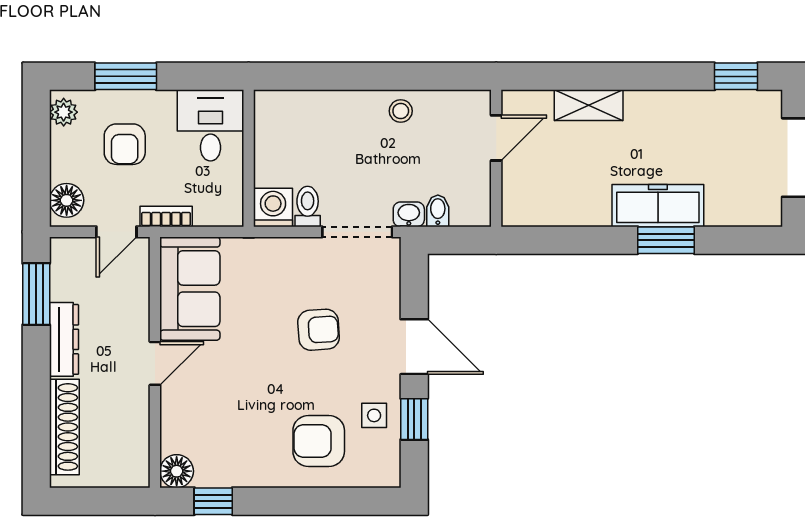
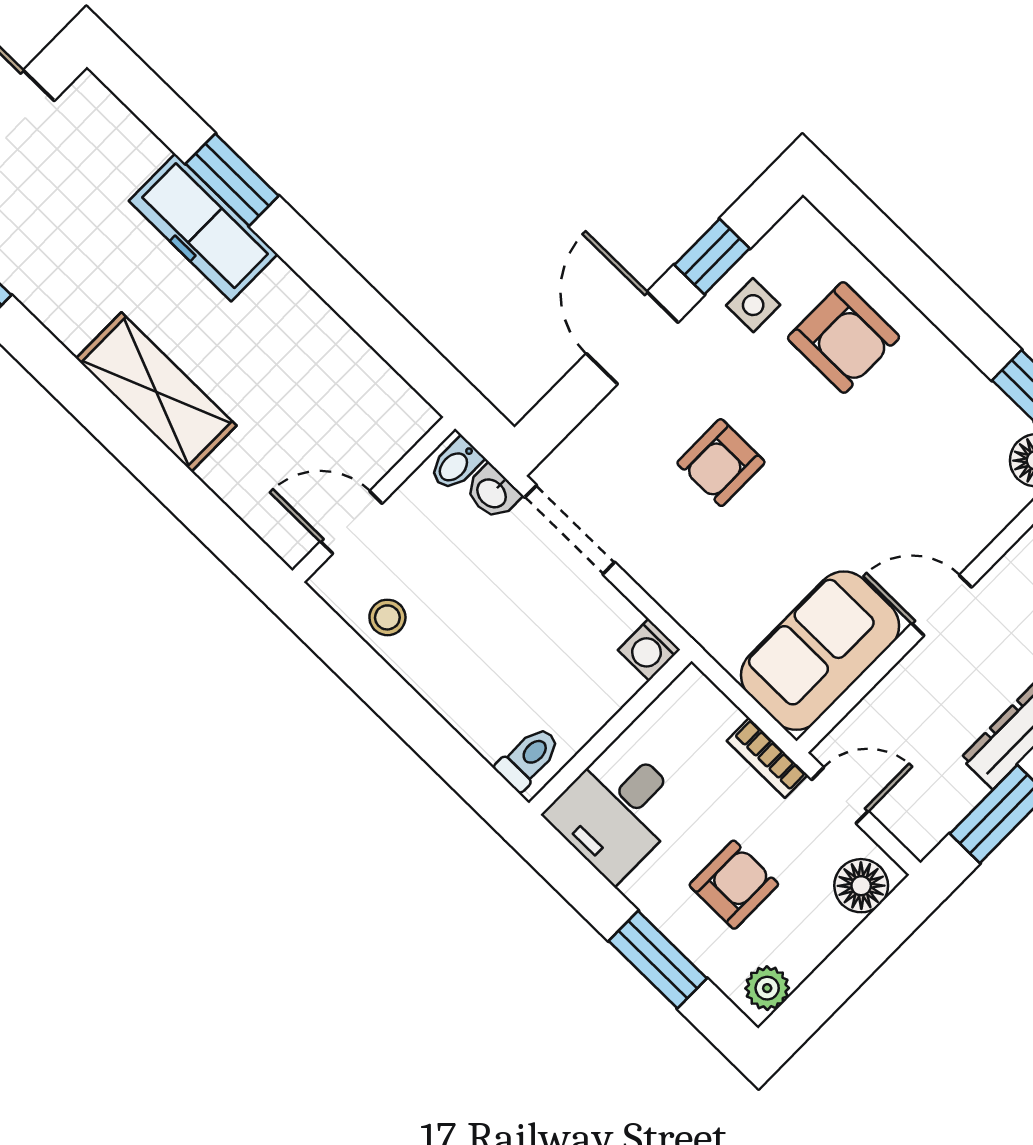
shelving: (589, 105) -> (156, 392), width x1.50, depth x1.33
door: (496, 138) -> (351, 522), moved
wall: (496, 158) -> (374, 500), moved
washing machine: (273, 207) -> (649, 650), width x0.73, depth x0.73
toilet: (308, 207) -> (528, 758), moved, turned 180
armchair: (319, 330) -> (721, 463), turned -86

